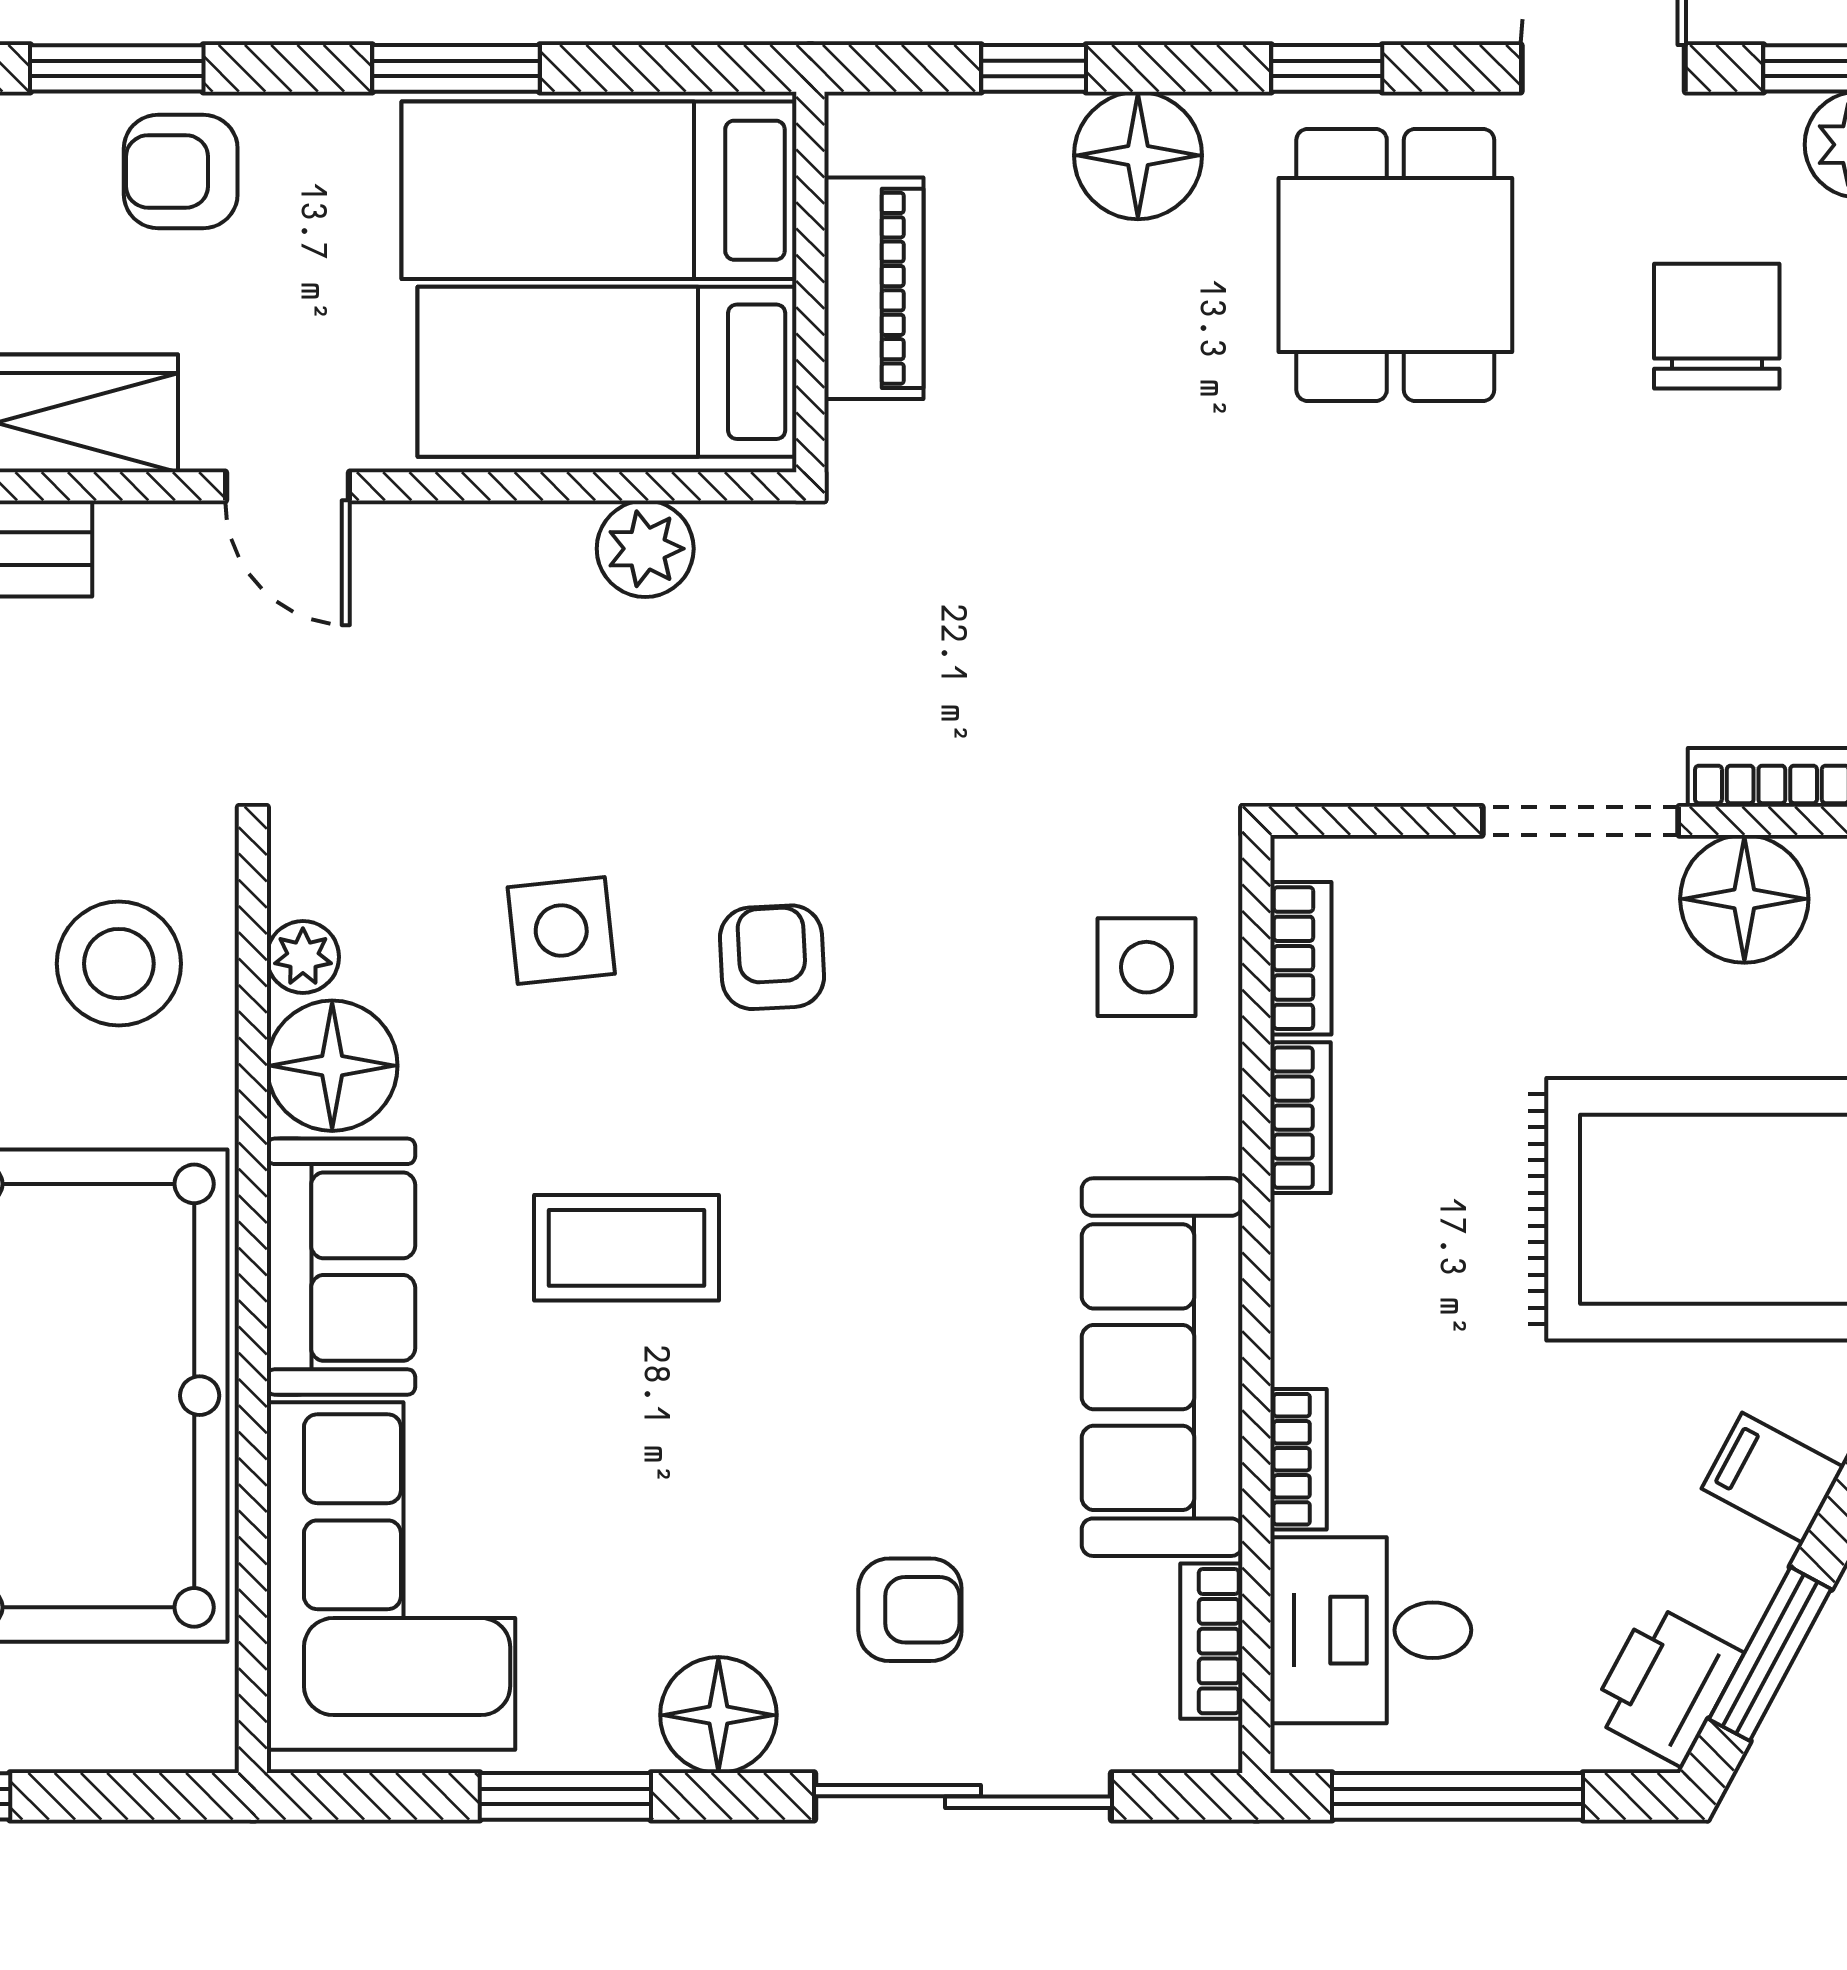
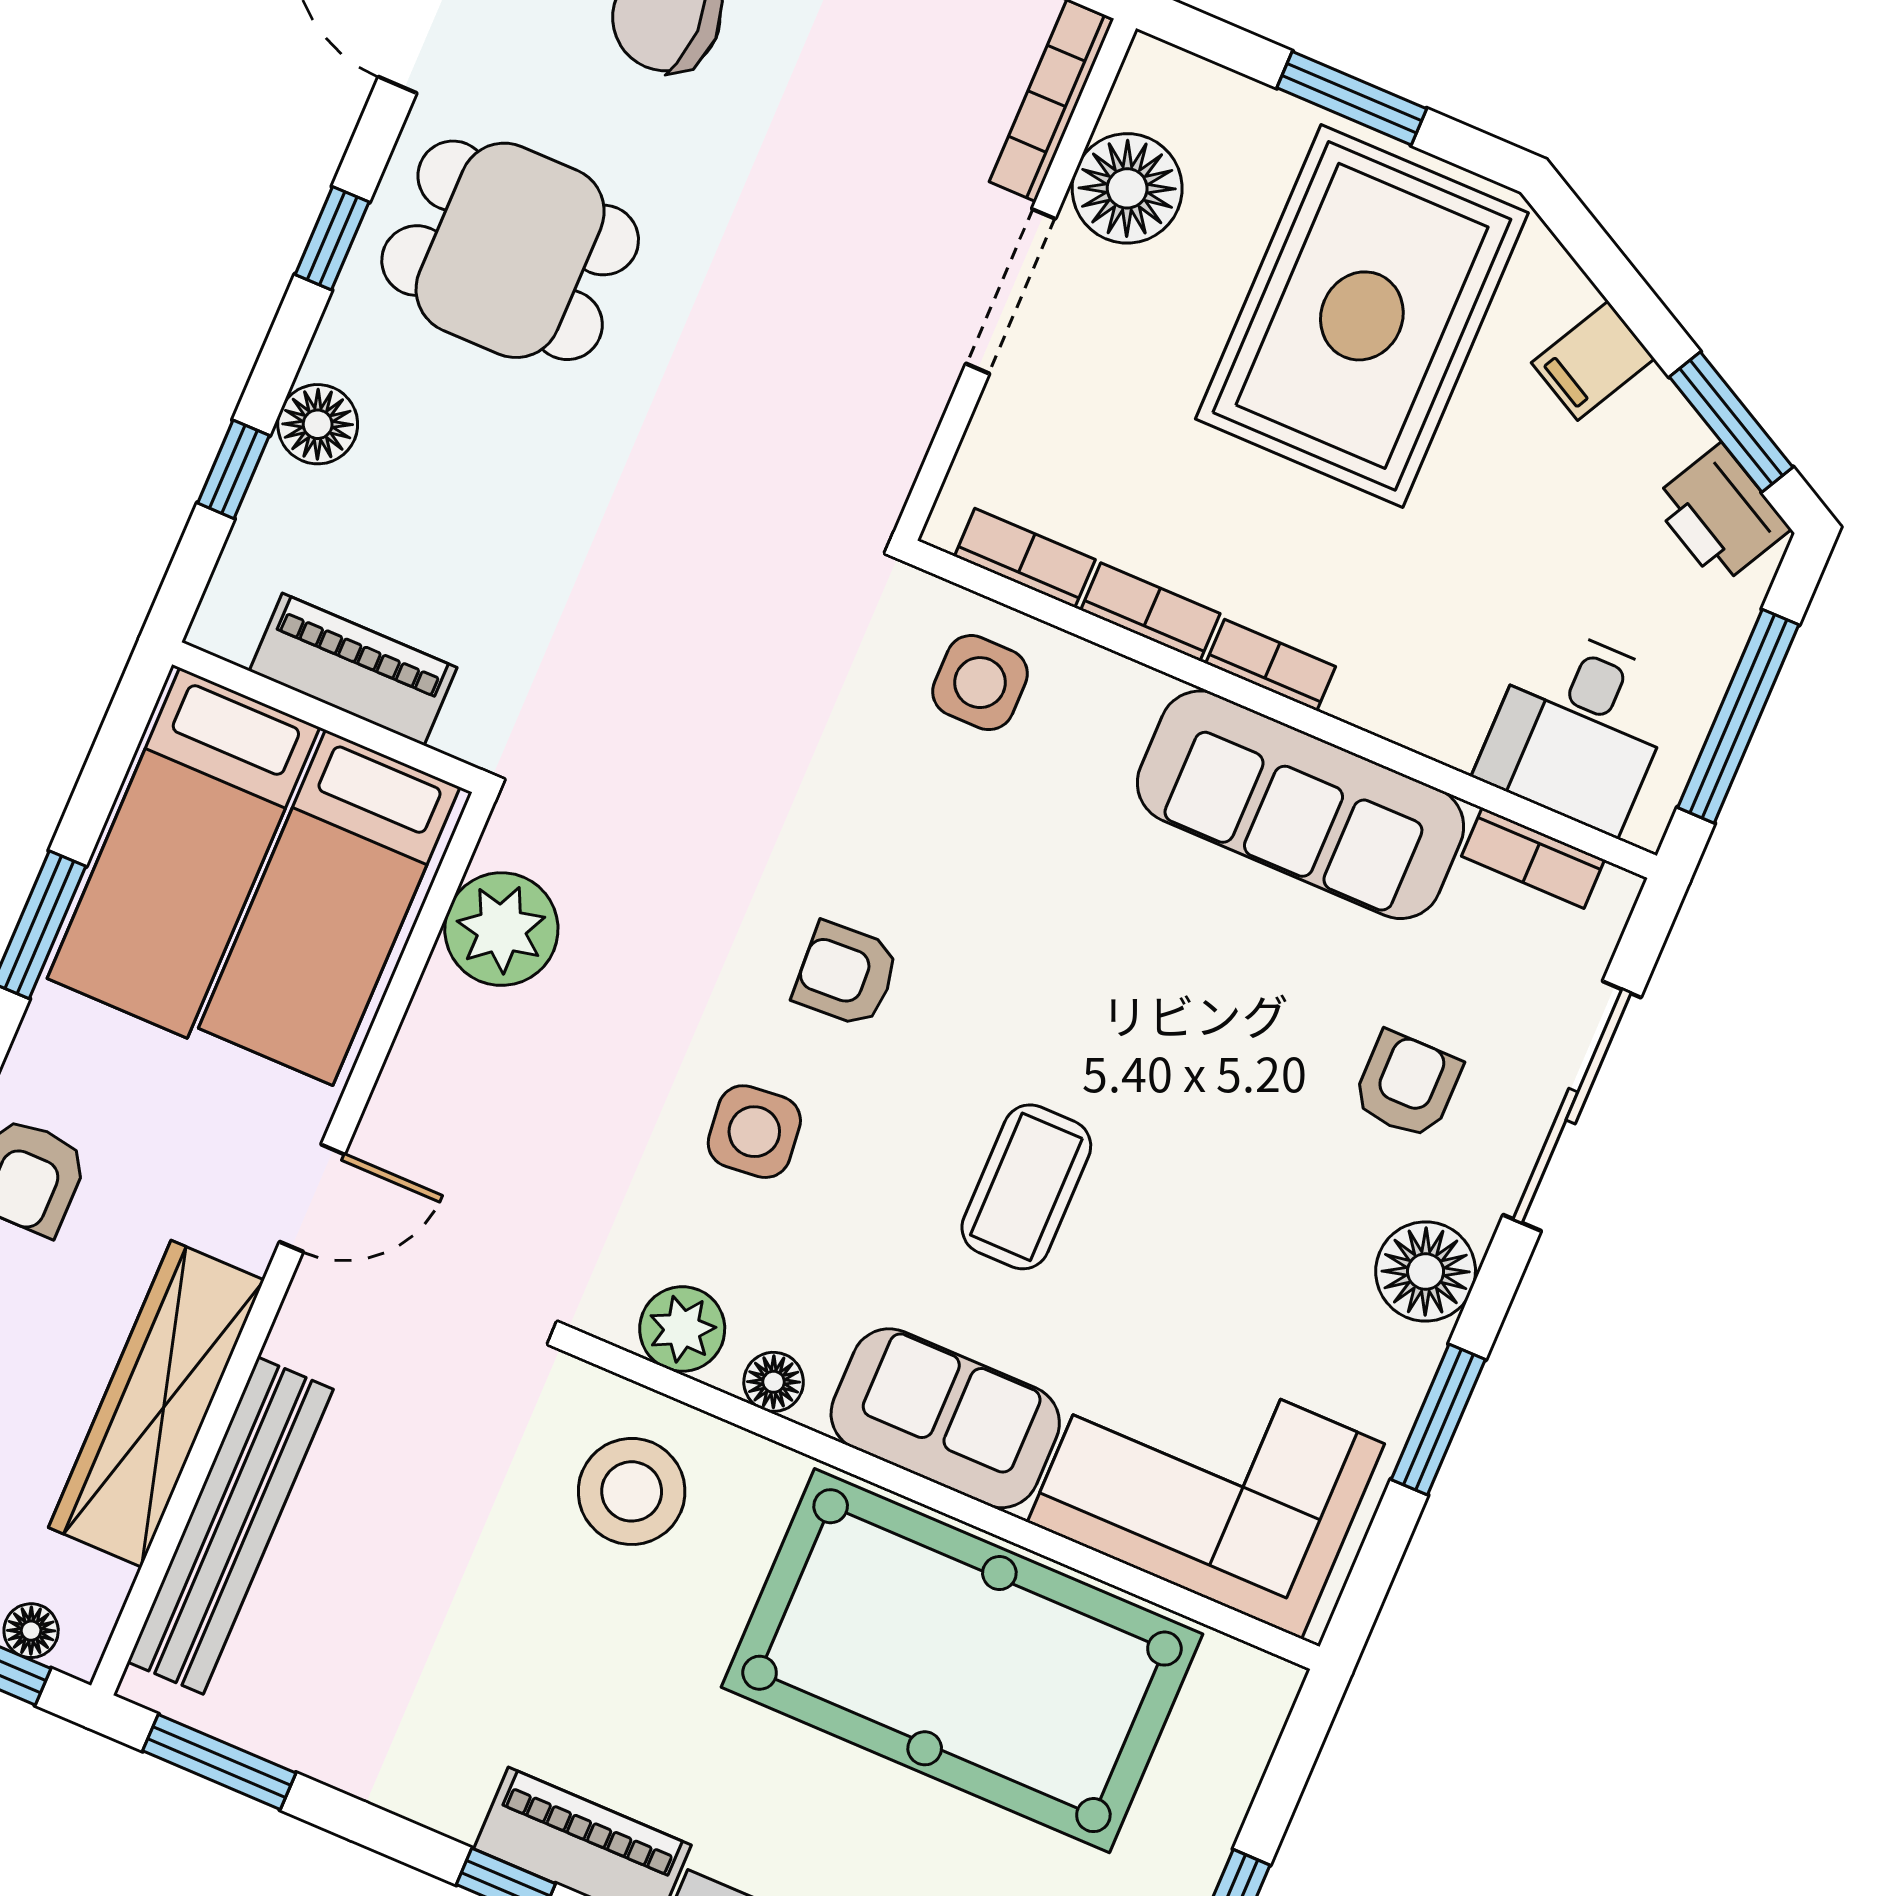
floor lamp: (1138, 155) -> (318, 424), width x0.73, depth x0.73
plant: (645, 549) -> (501, 929), width x1.36, depth x1.36
plant: (303, 957) -> (682, 1329), width x1.38, depth x1.38
floor lamp: (332, 1066) -> (774, 1382), width x0.53, depth x0.53
bookcase: (1298, 1459) -> (1271, 665), moved

